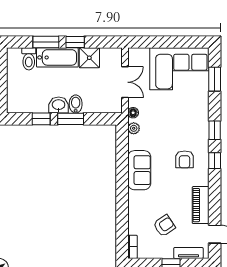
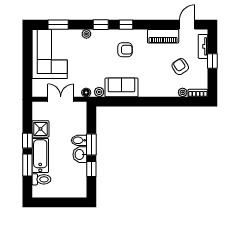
plant: (203, 113) -> (86, 34), added
sofa: (139, 170) -> (121, 87), moved
plant: (133, 229) -> (183, 92), added

